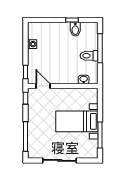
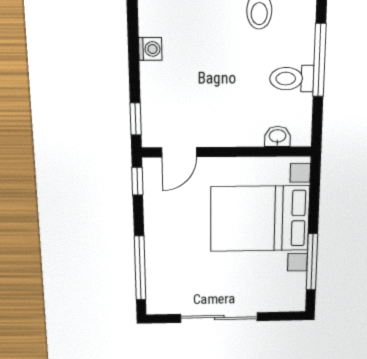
door: (43, 86) -> (179, 152), swing flipped
bed with nightstands: (77, 121) -> (260, 219), width x1.36

